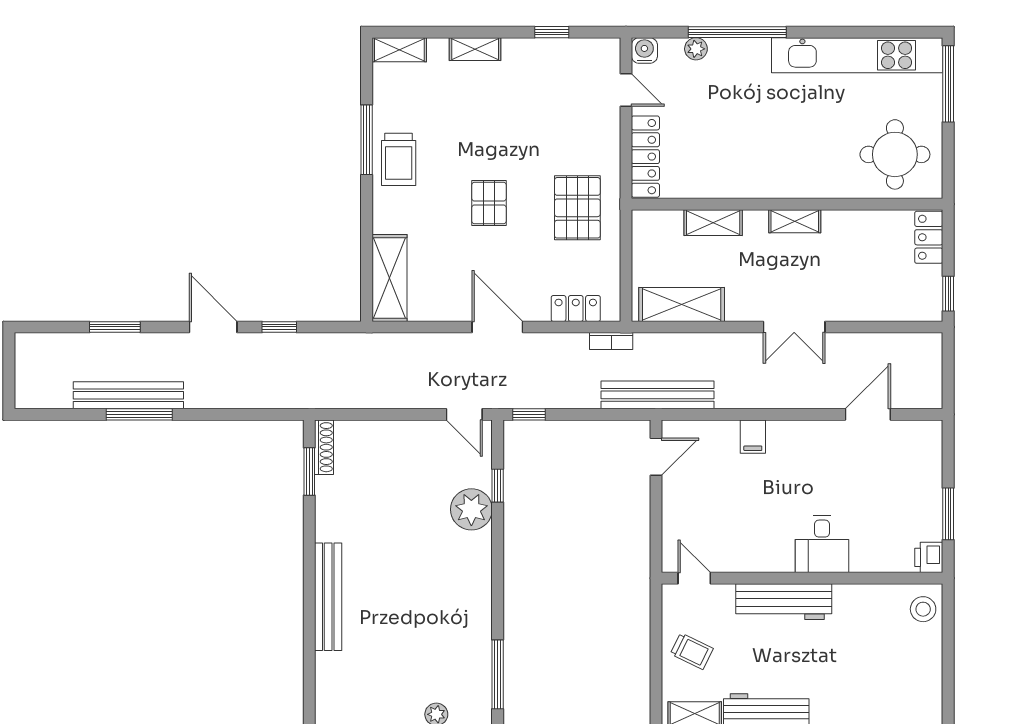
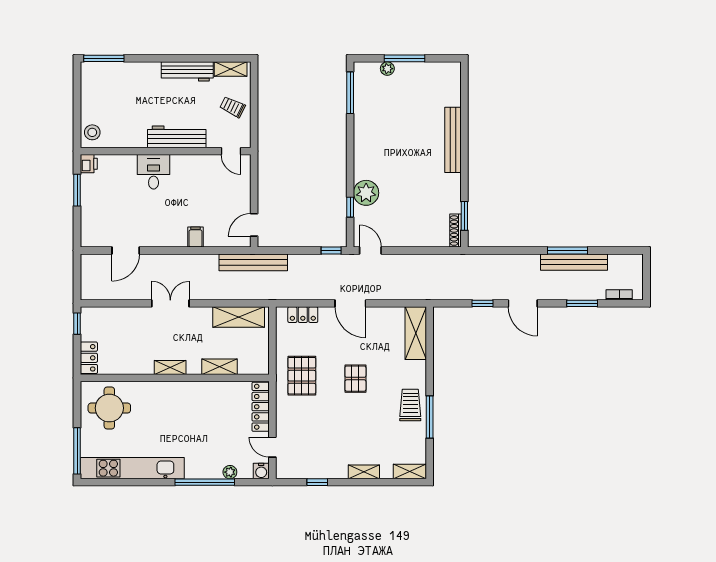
bookcase: (611, 341) -> (619, 295), moved

